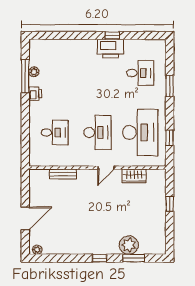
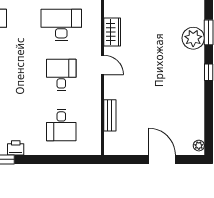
desk: (55, 132) -> (61, 125), turned 180
desk: (97, 132) -> (61, 75), width x0.73
desk: (140, 132) -> (61, 25), width x0.73, depth x0.77

